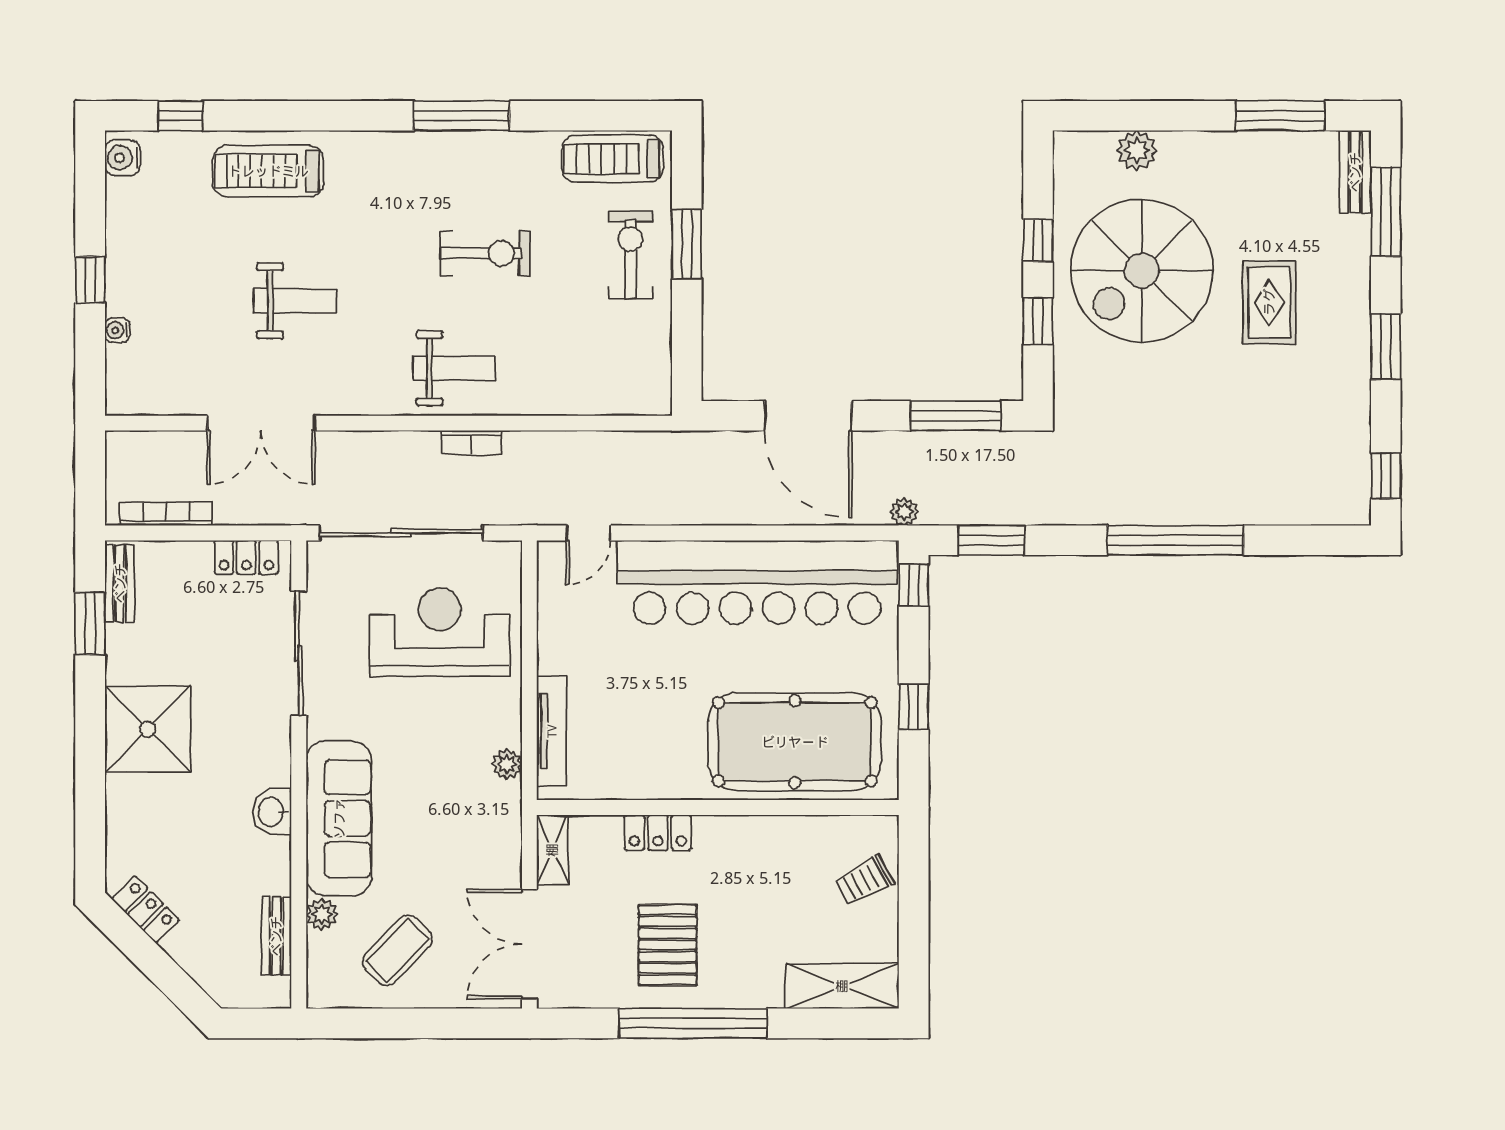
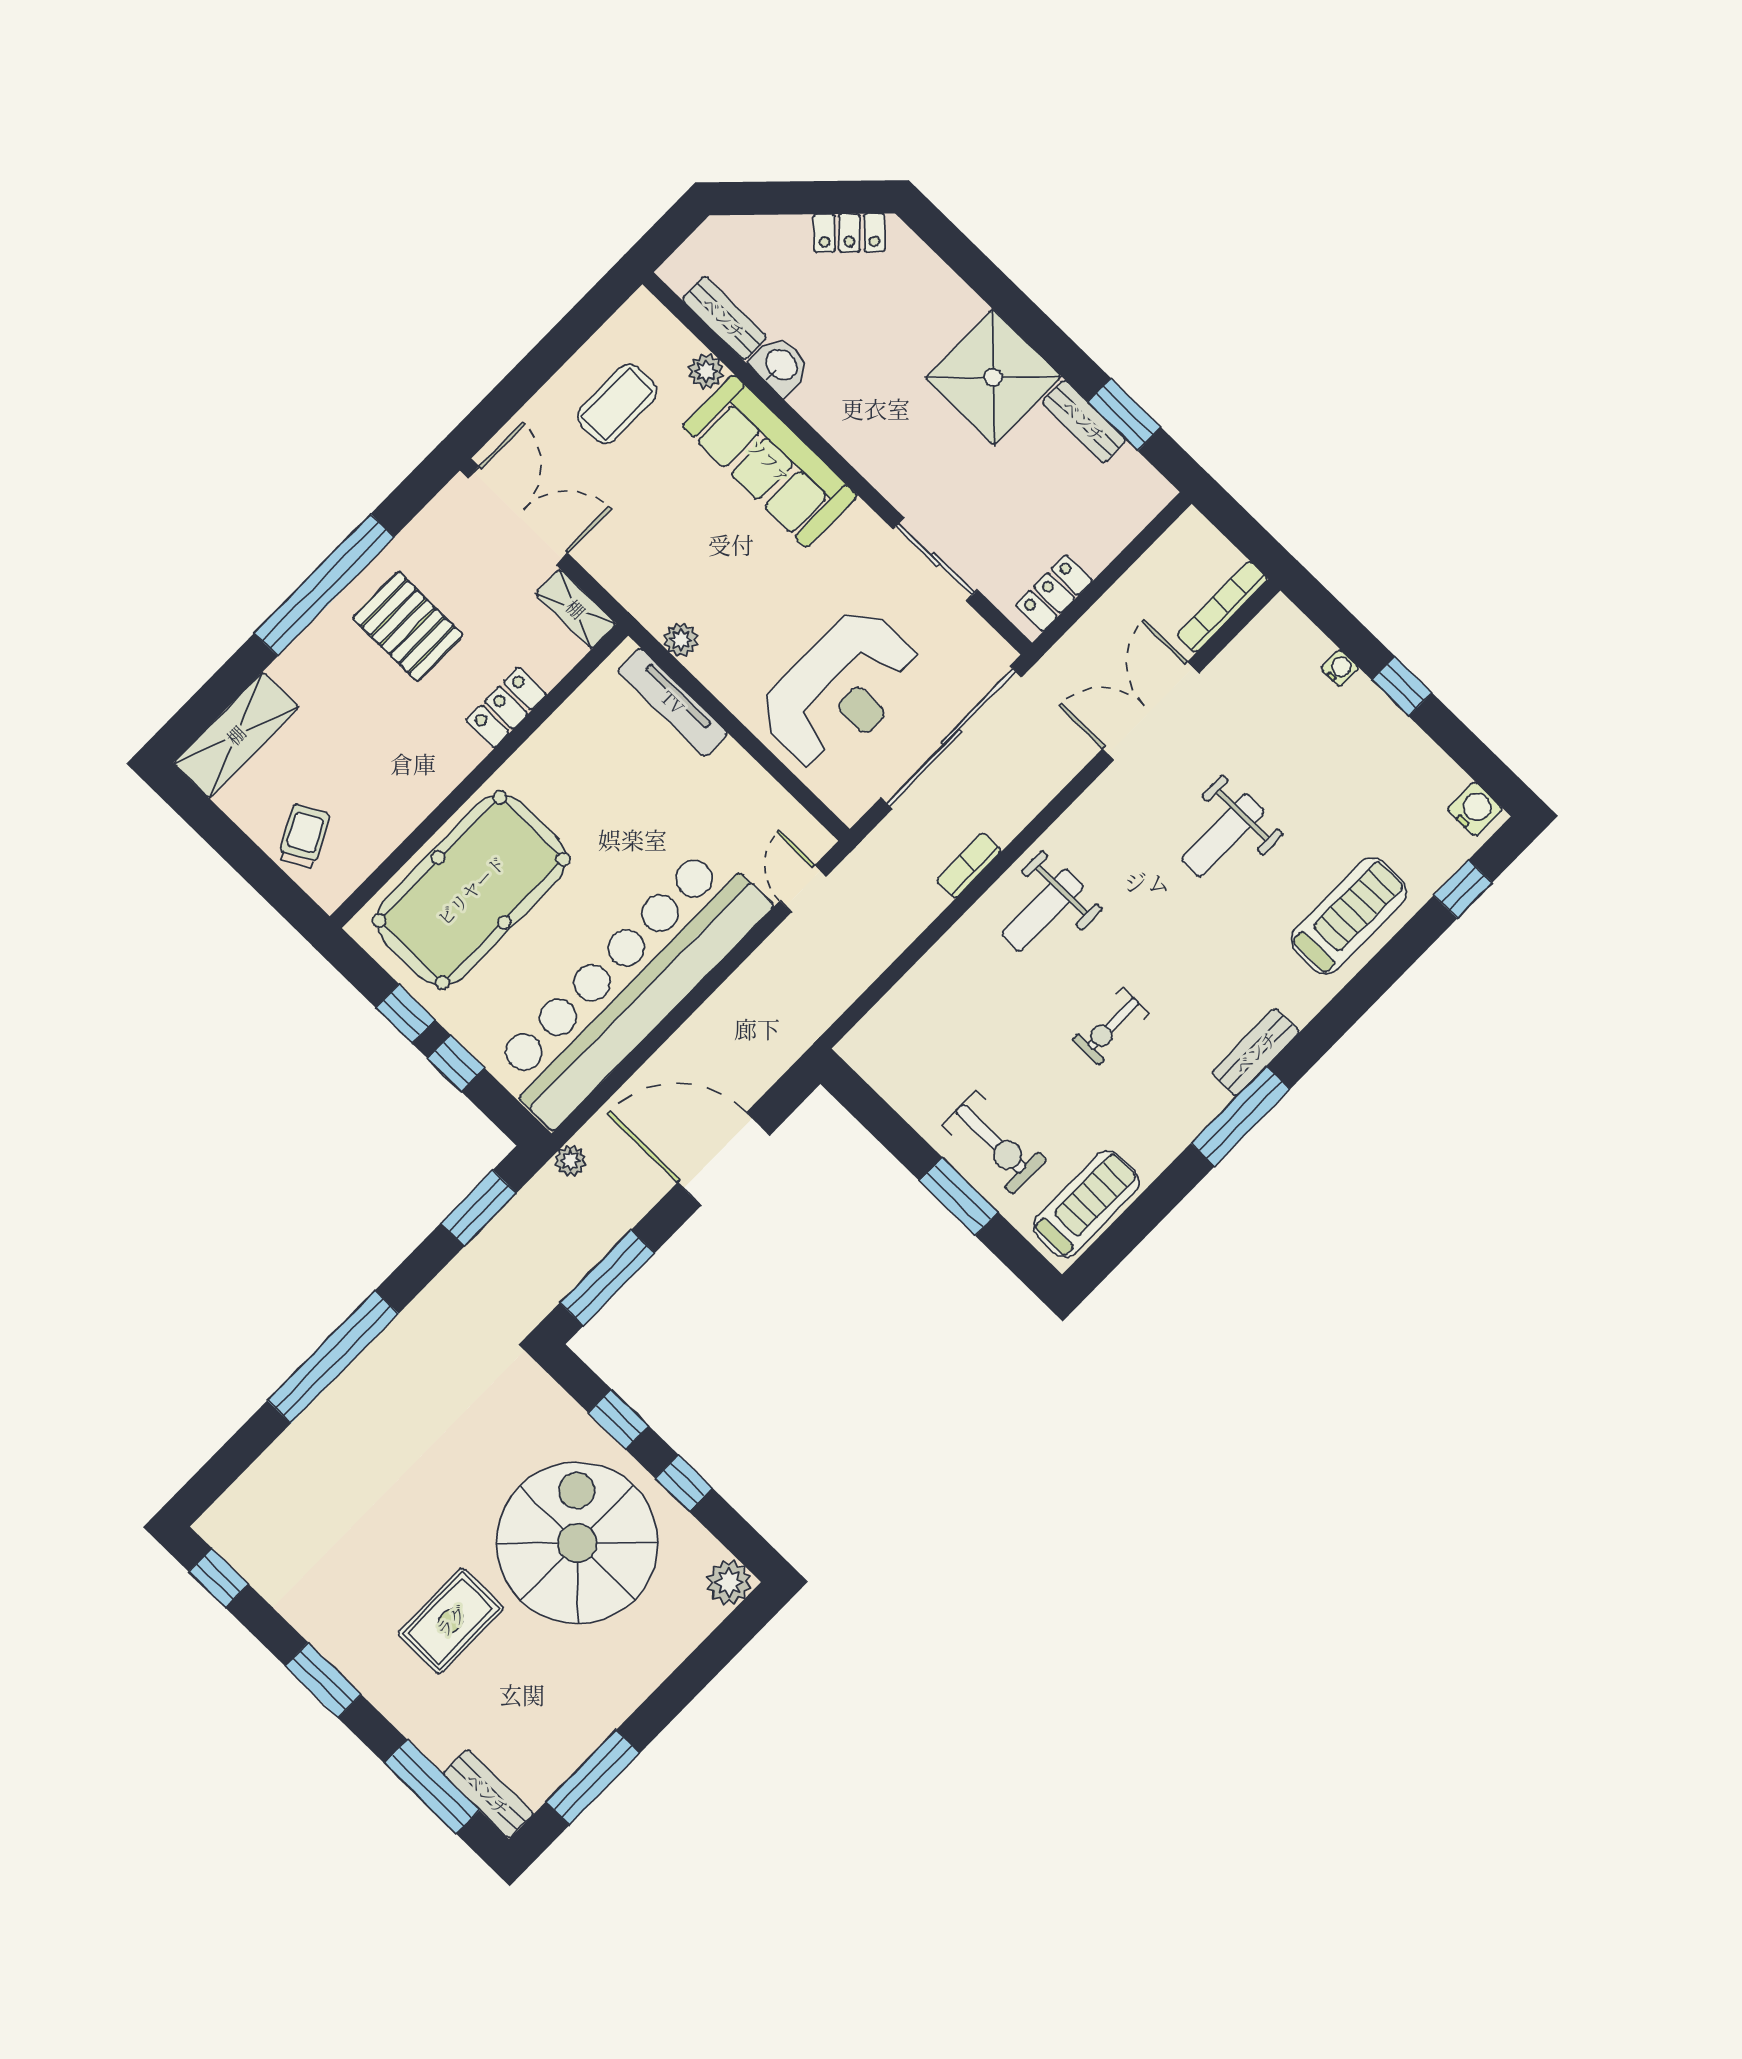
bench: (412, 146) -> (1256, 1052), added
plant: (1137, 150) -> (729, 1582), moved
exercise bike: (485, 253) -> (1111, 1026), width x0.73, depth x0.72
rug: (1269, 302) -> (451, 1621), turned 90
bookcase: (166, 514) -> (1222, 607), moved, turned 180
bench: (120, 583) -> (1084, 421), moved
window: (914, 585) -> (456, 1063), moved
sliding door: (299, 653) -> (935, 559), width x0.73
washbasin: (272, 812) -> (780, 366), moved
coffee table: (397, 950) -> (617, 404), turned 46

